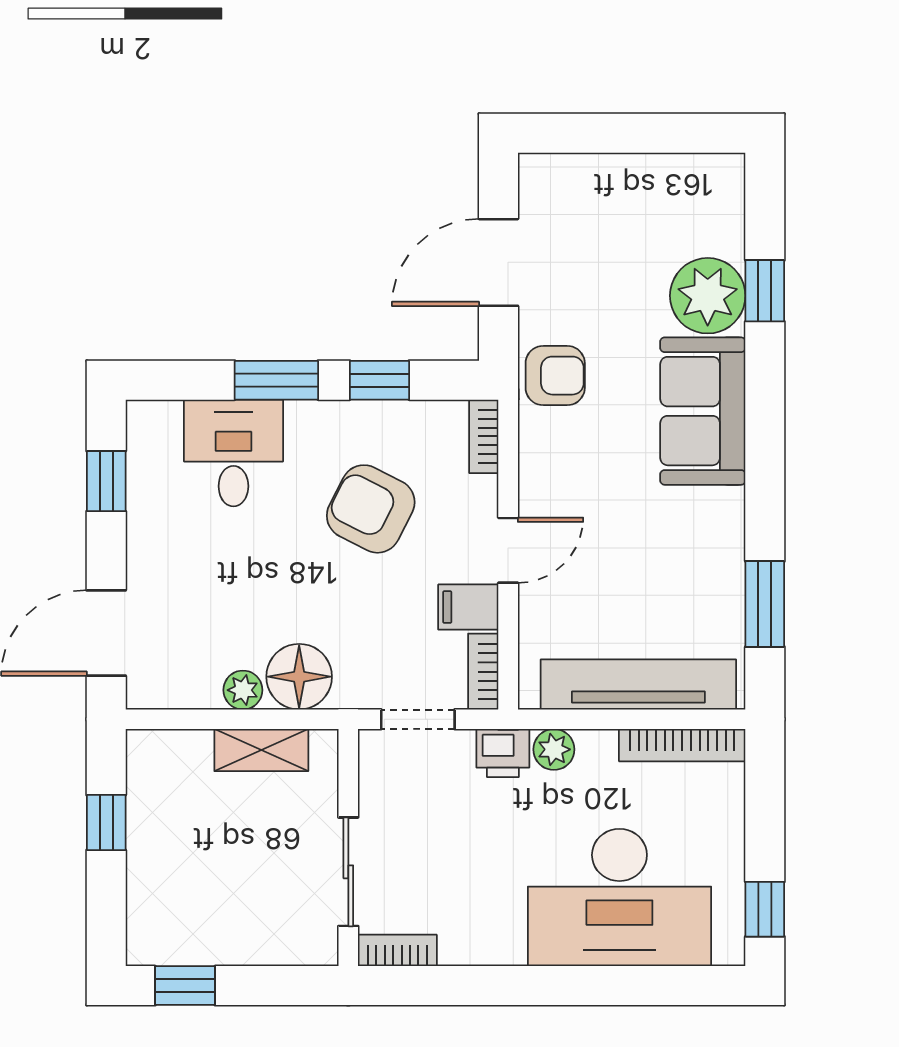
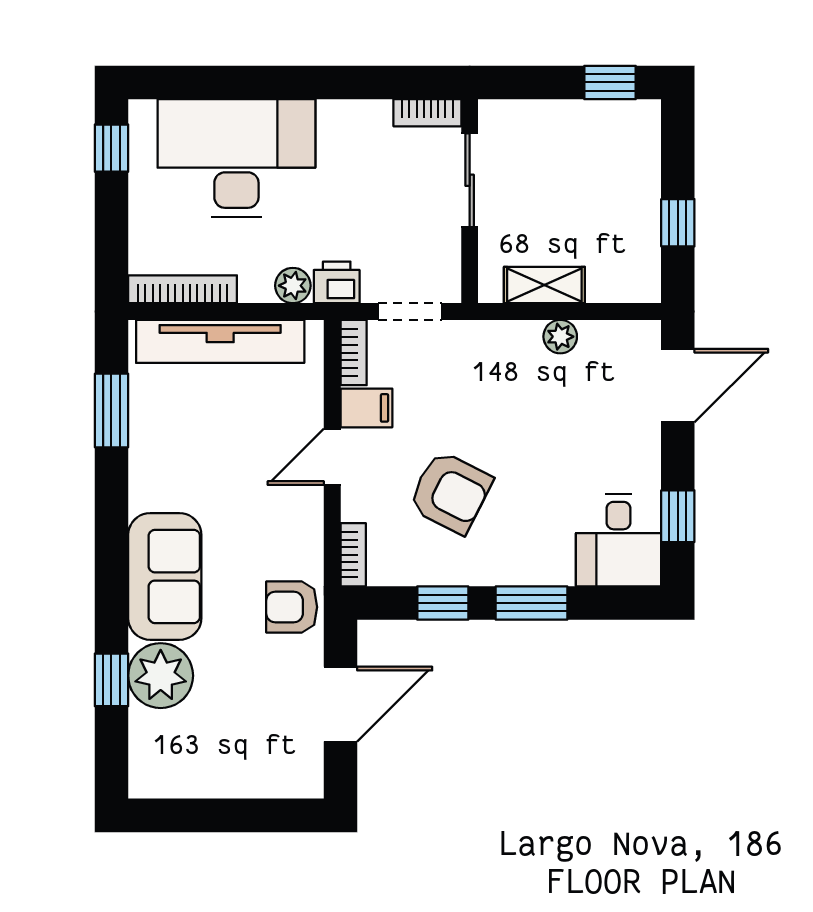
desk: (233, 453) -> (619, 540), moved
floor lamp: (299, 677) -> (512, 348), removed

